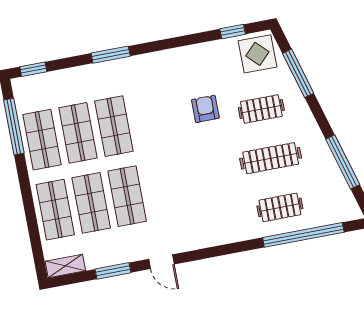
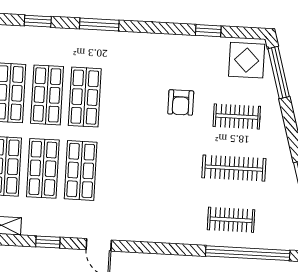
window: (233, 32) -> (208, 31), moved
window: (33, 69) -> (38, 21), moved
window: (298, 73) -> (279, 73), moved
armchair: (205, 109) -> (181, 102), turned 180
window: (113, 271) -> (48, 242), width x0.67

